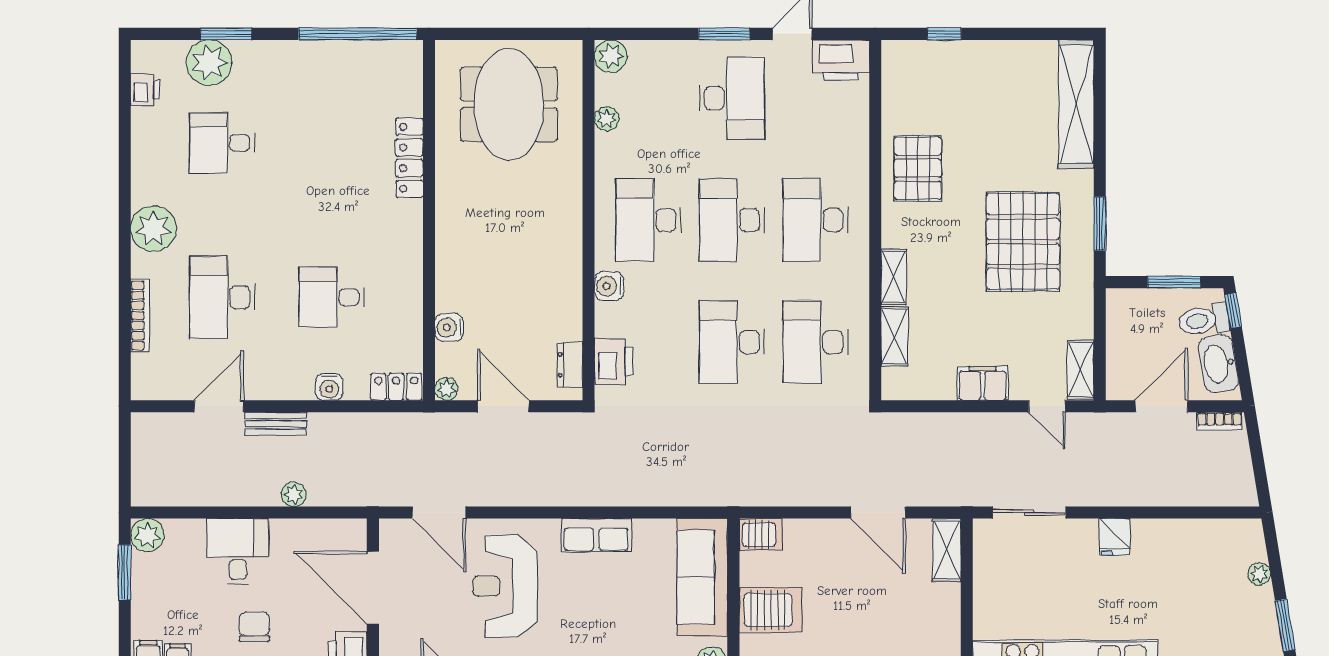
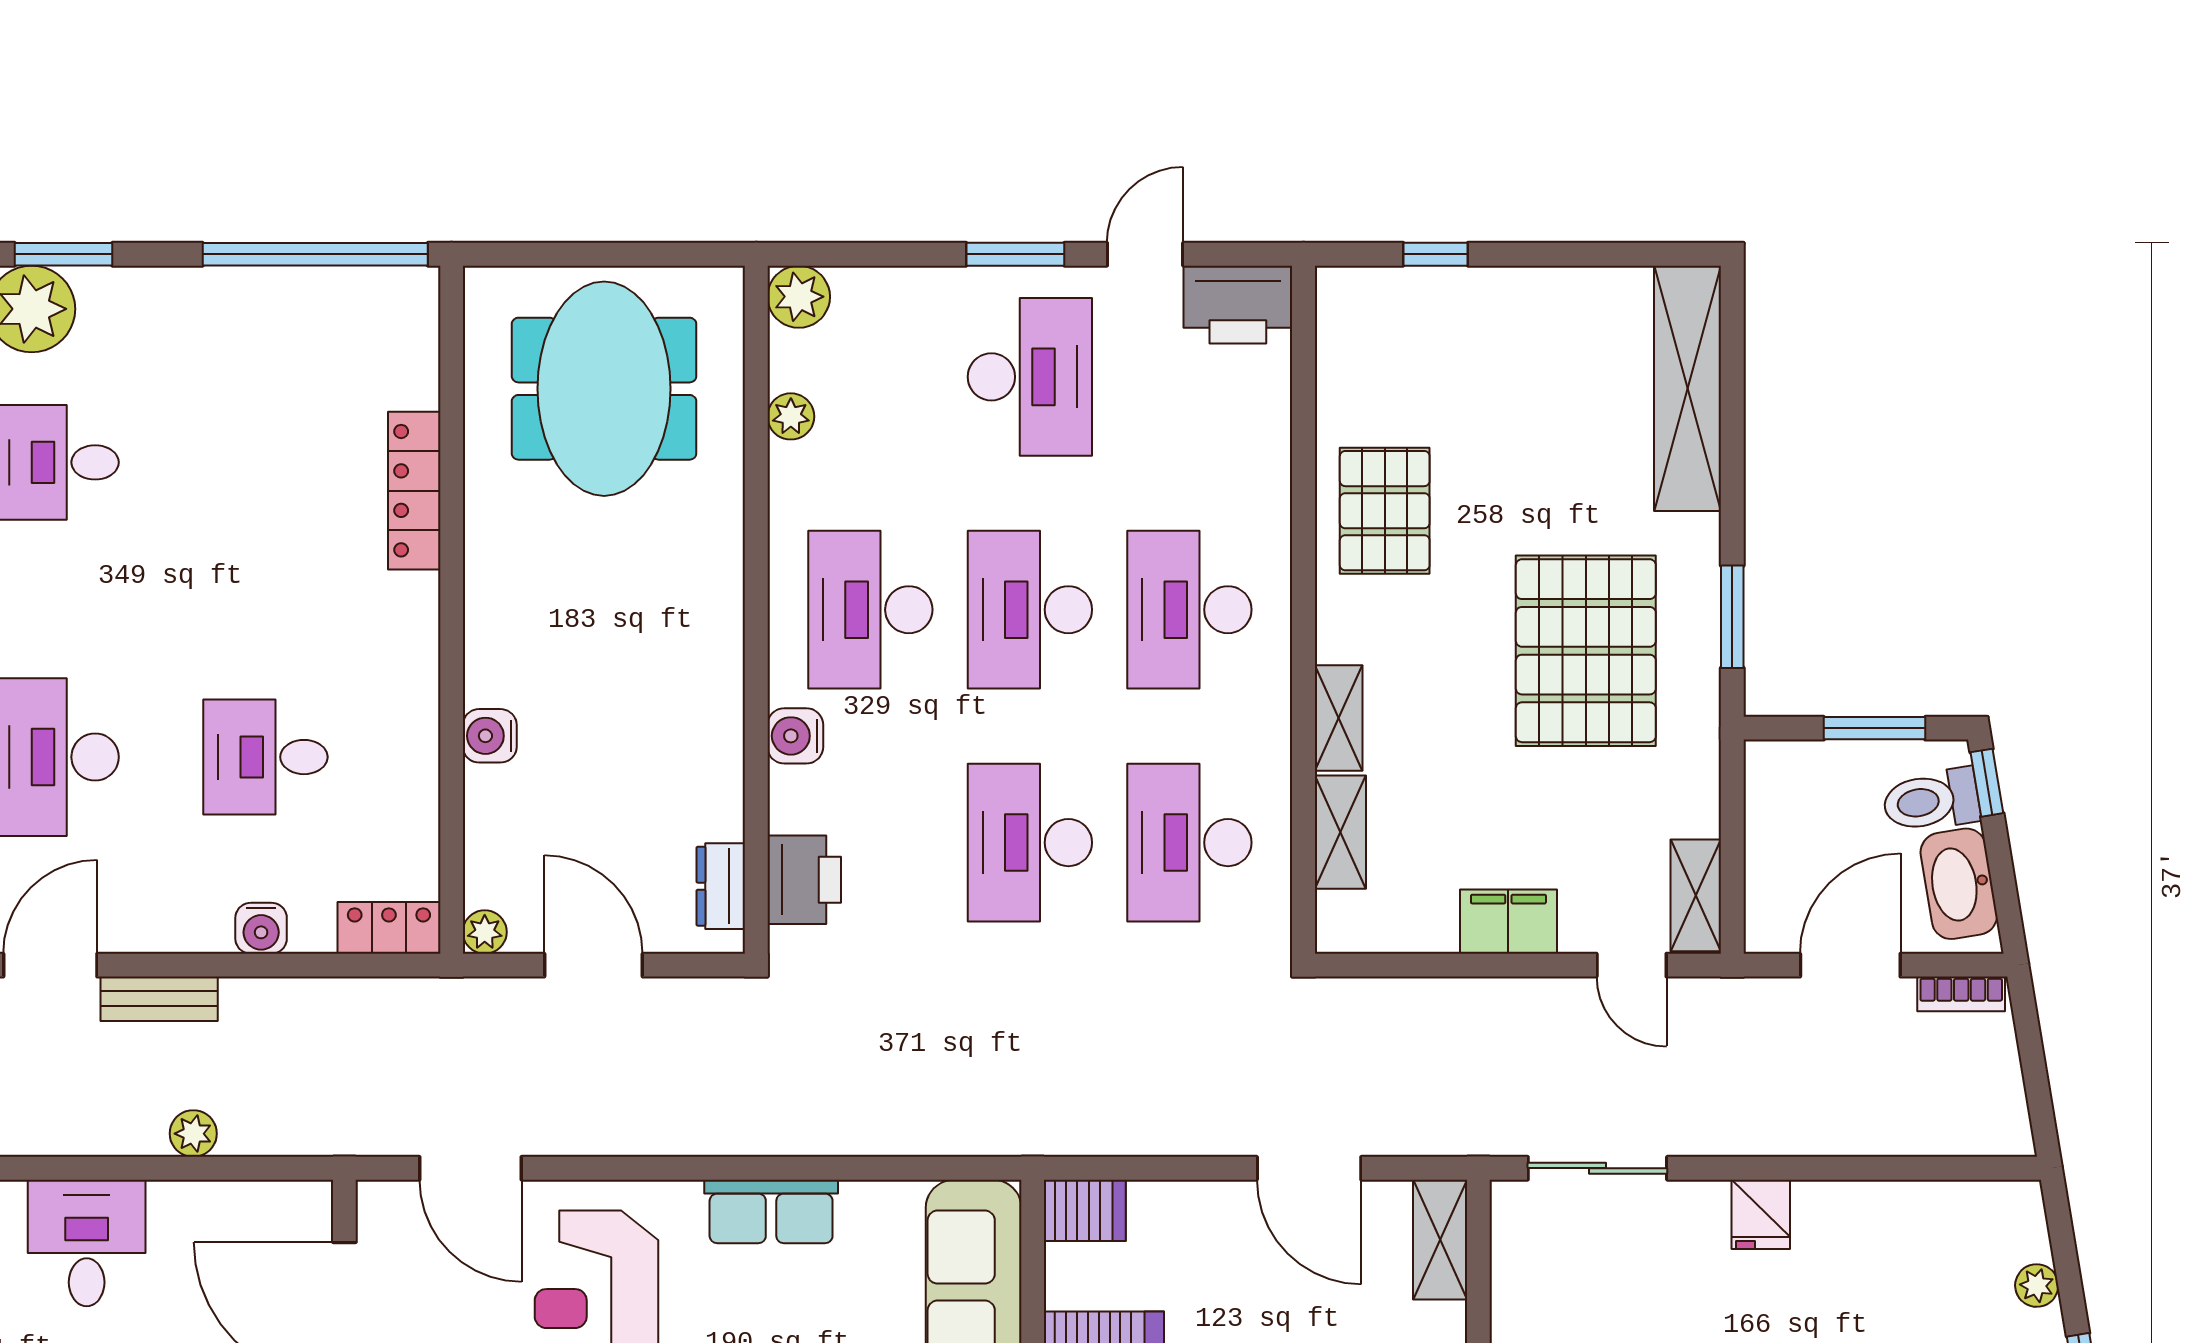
water cooler: (449, 327) -> (490, 736), moved

